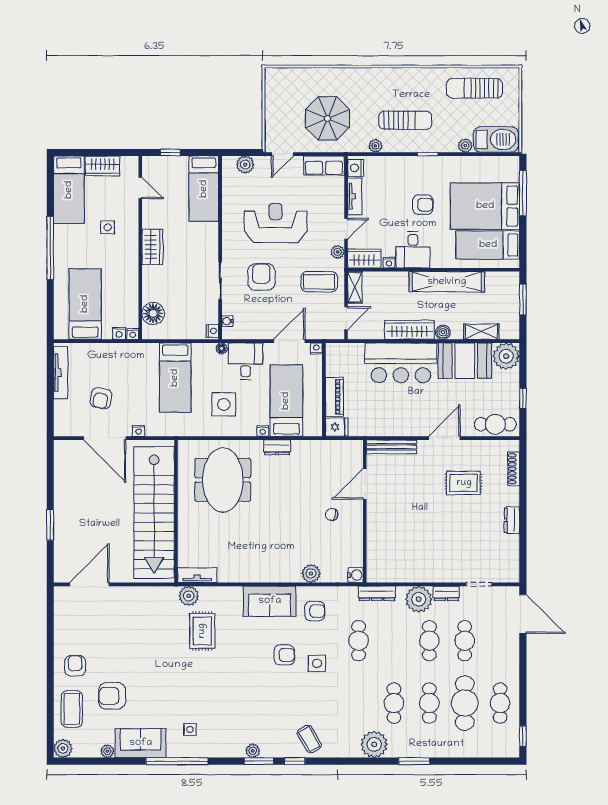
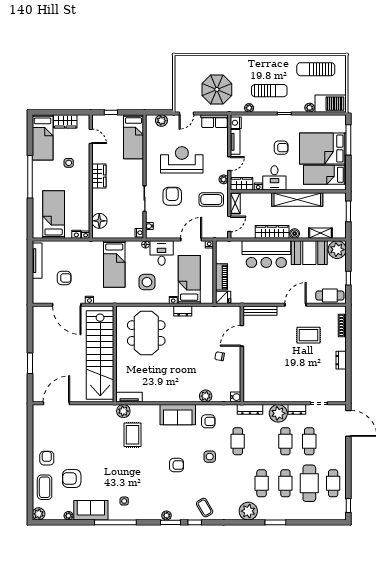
armchair: (101, 398) -> (64, 278), turned -101
armchair: (284, 655) -> (177, 465), moved

